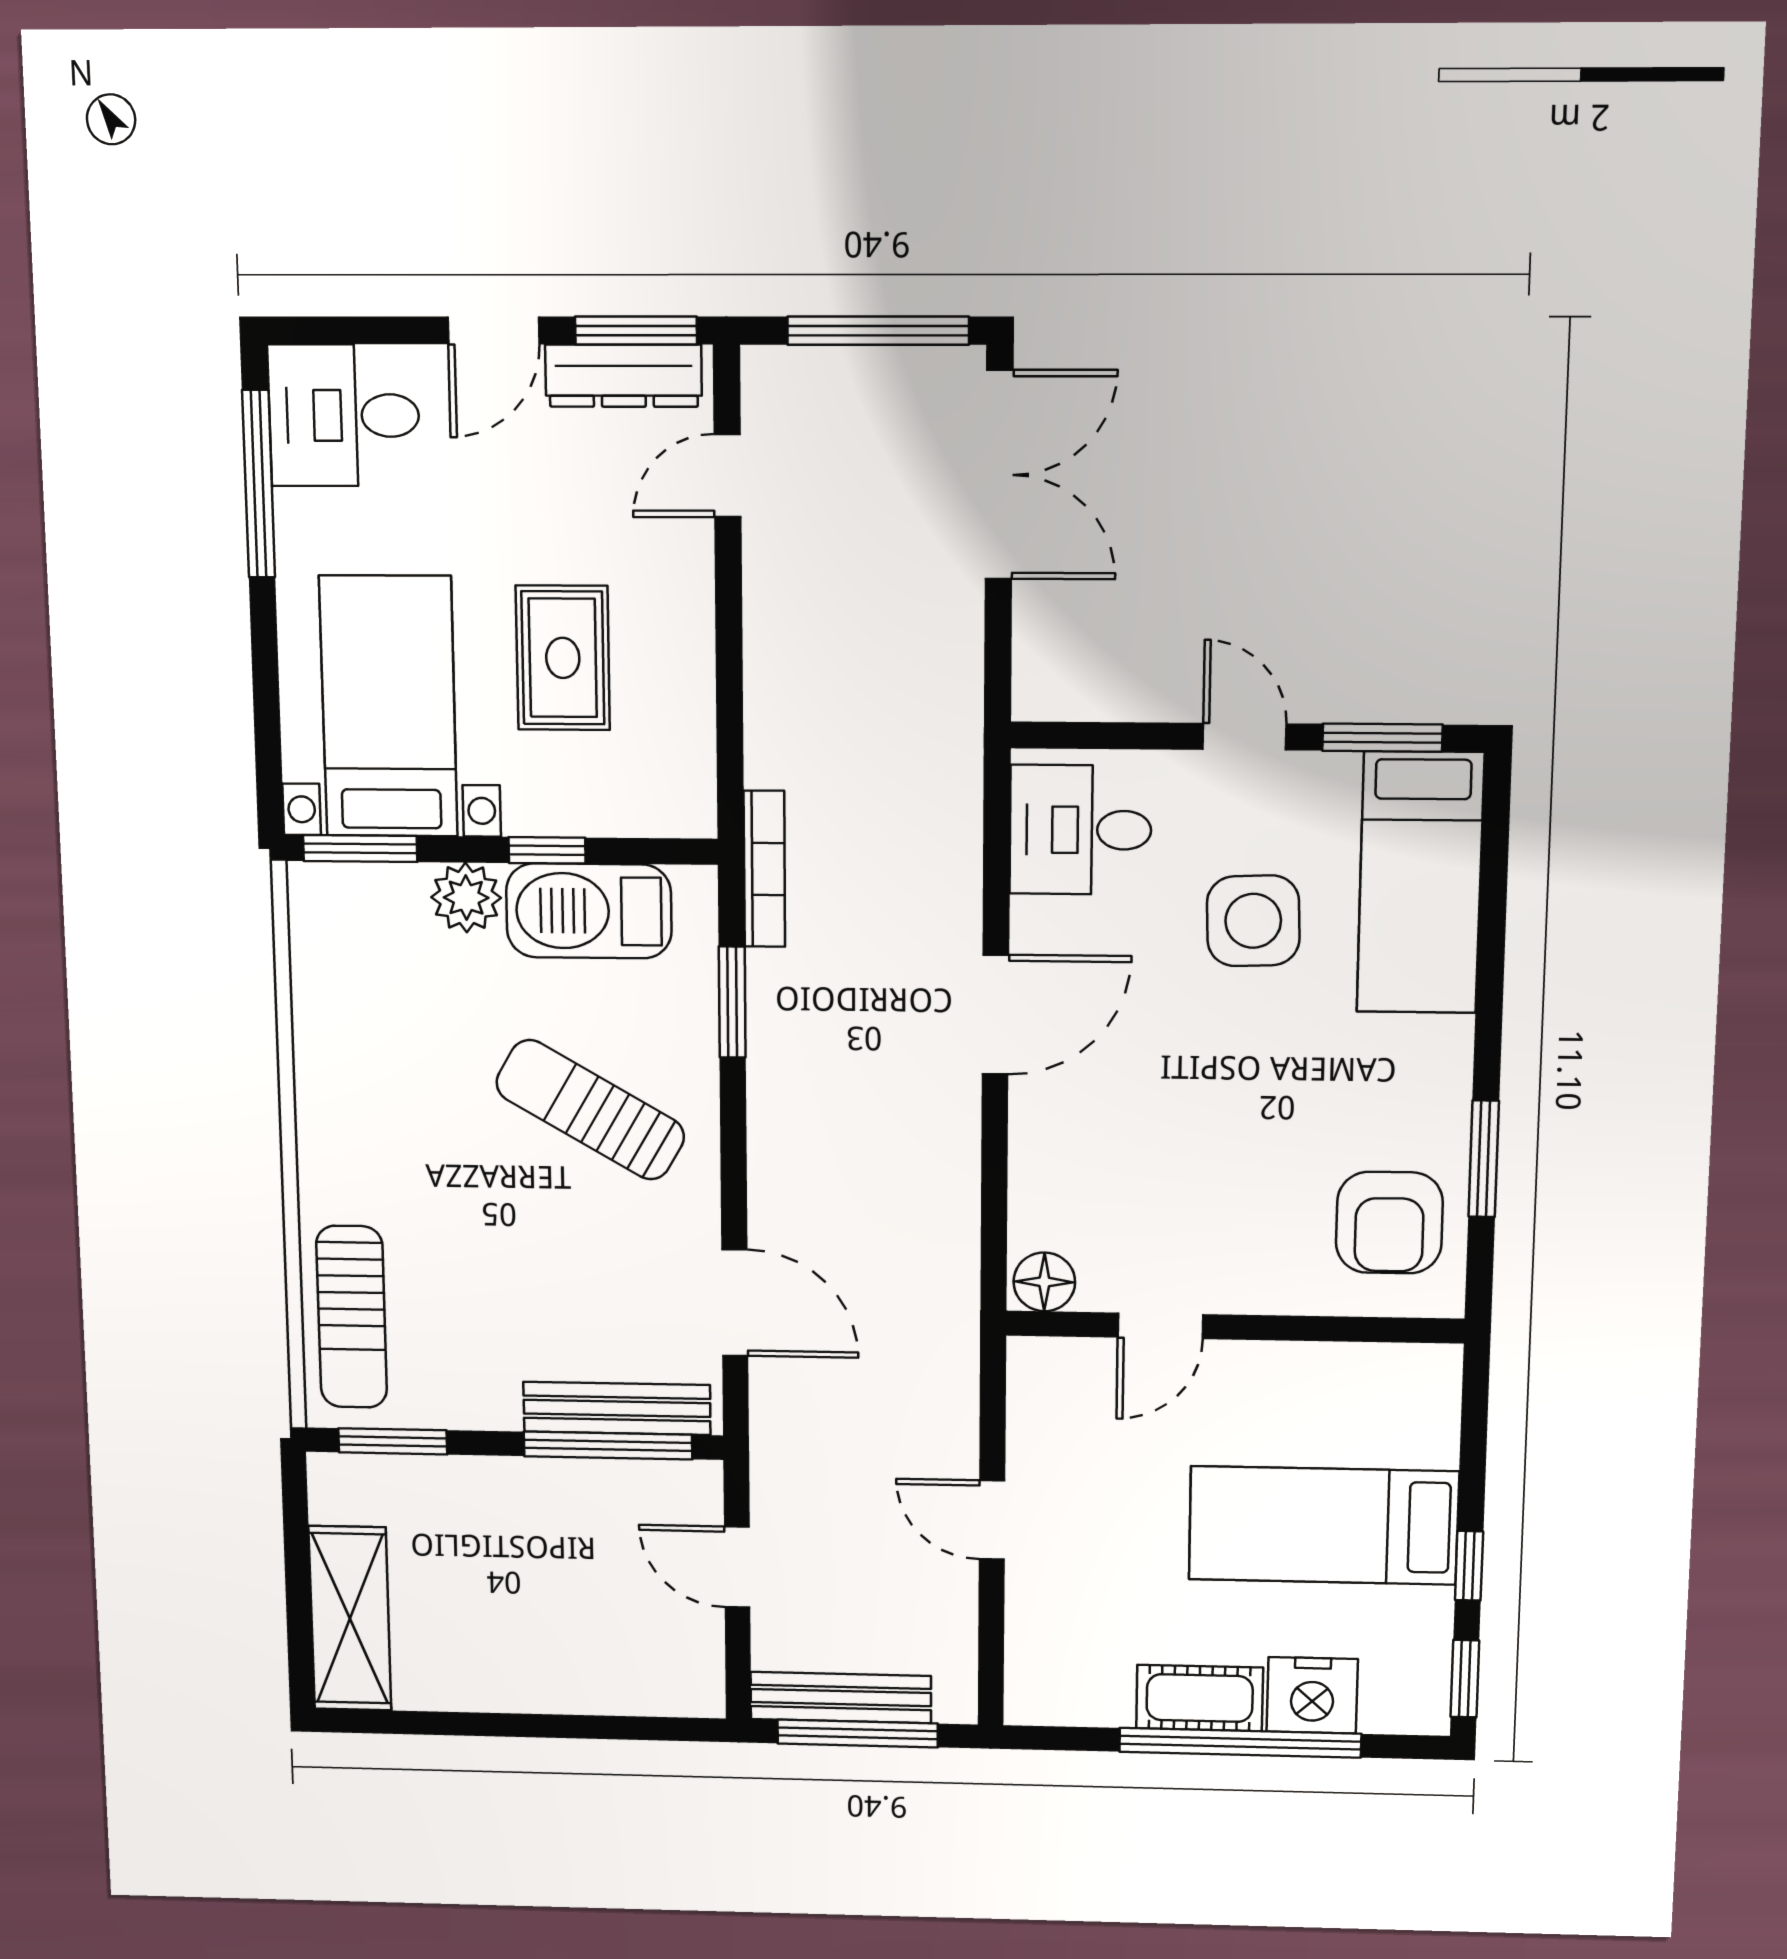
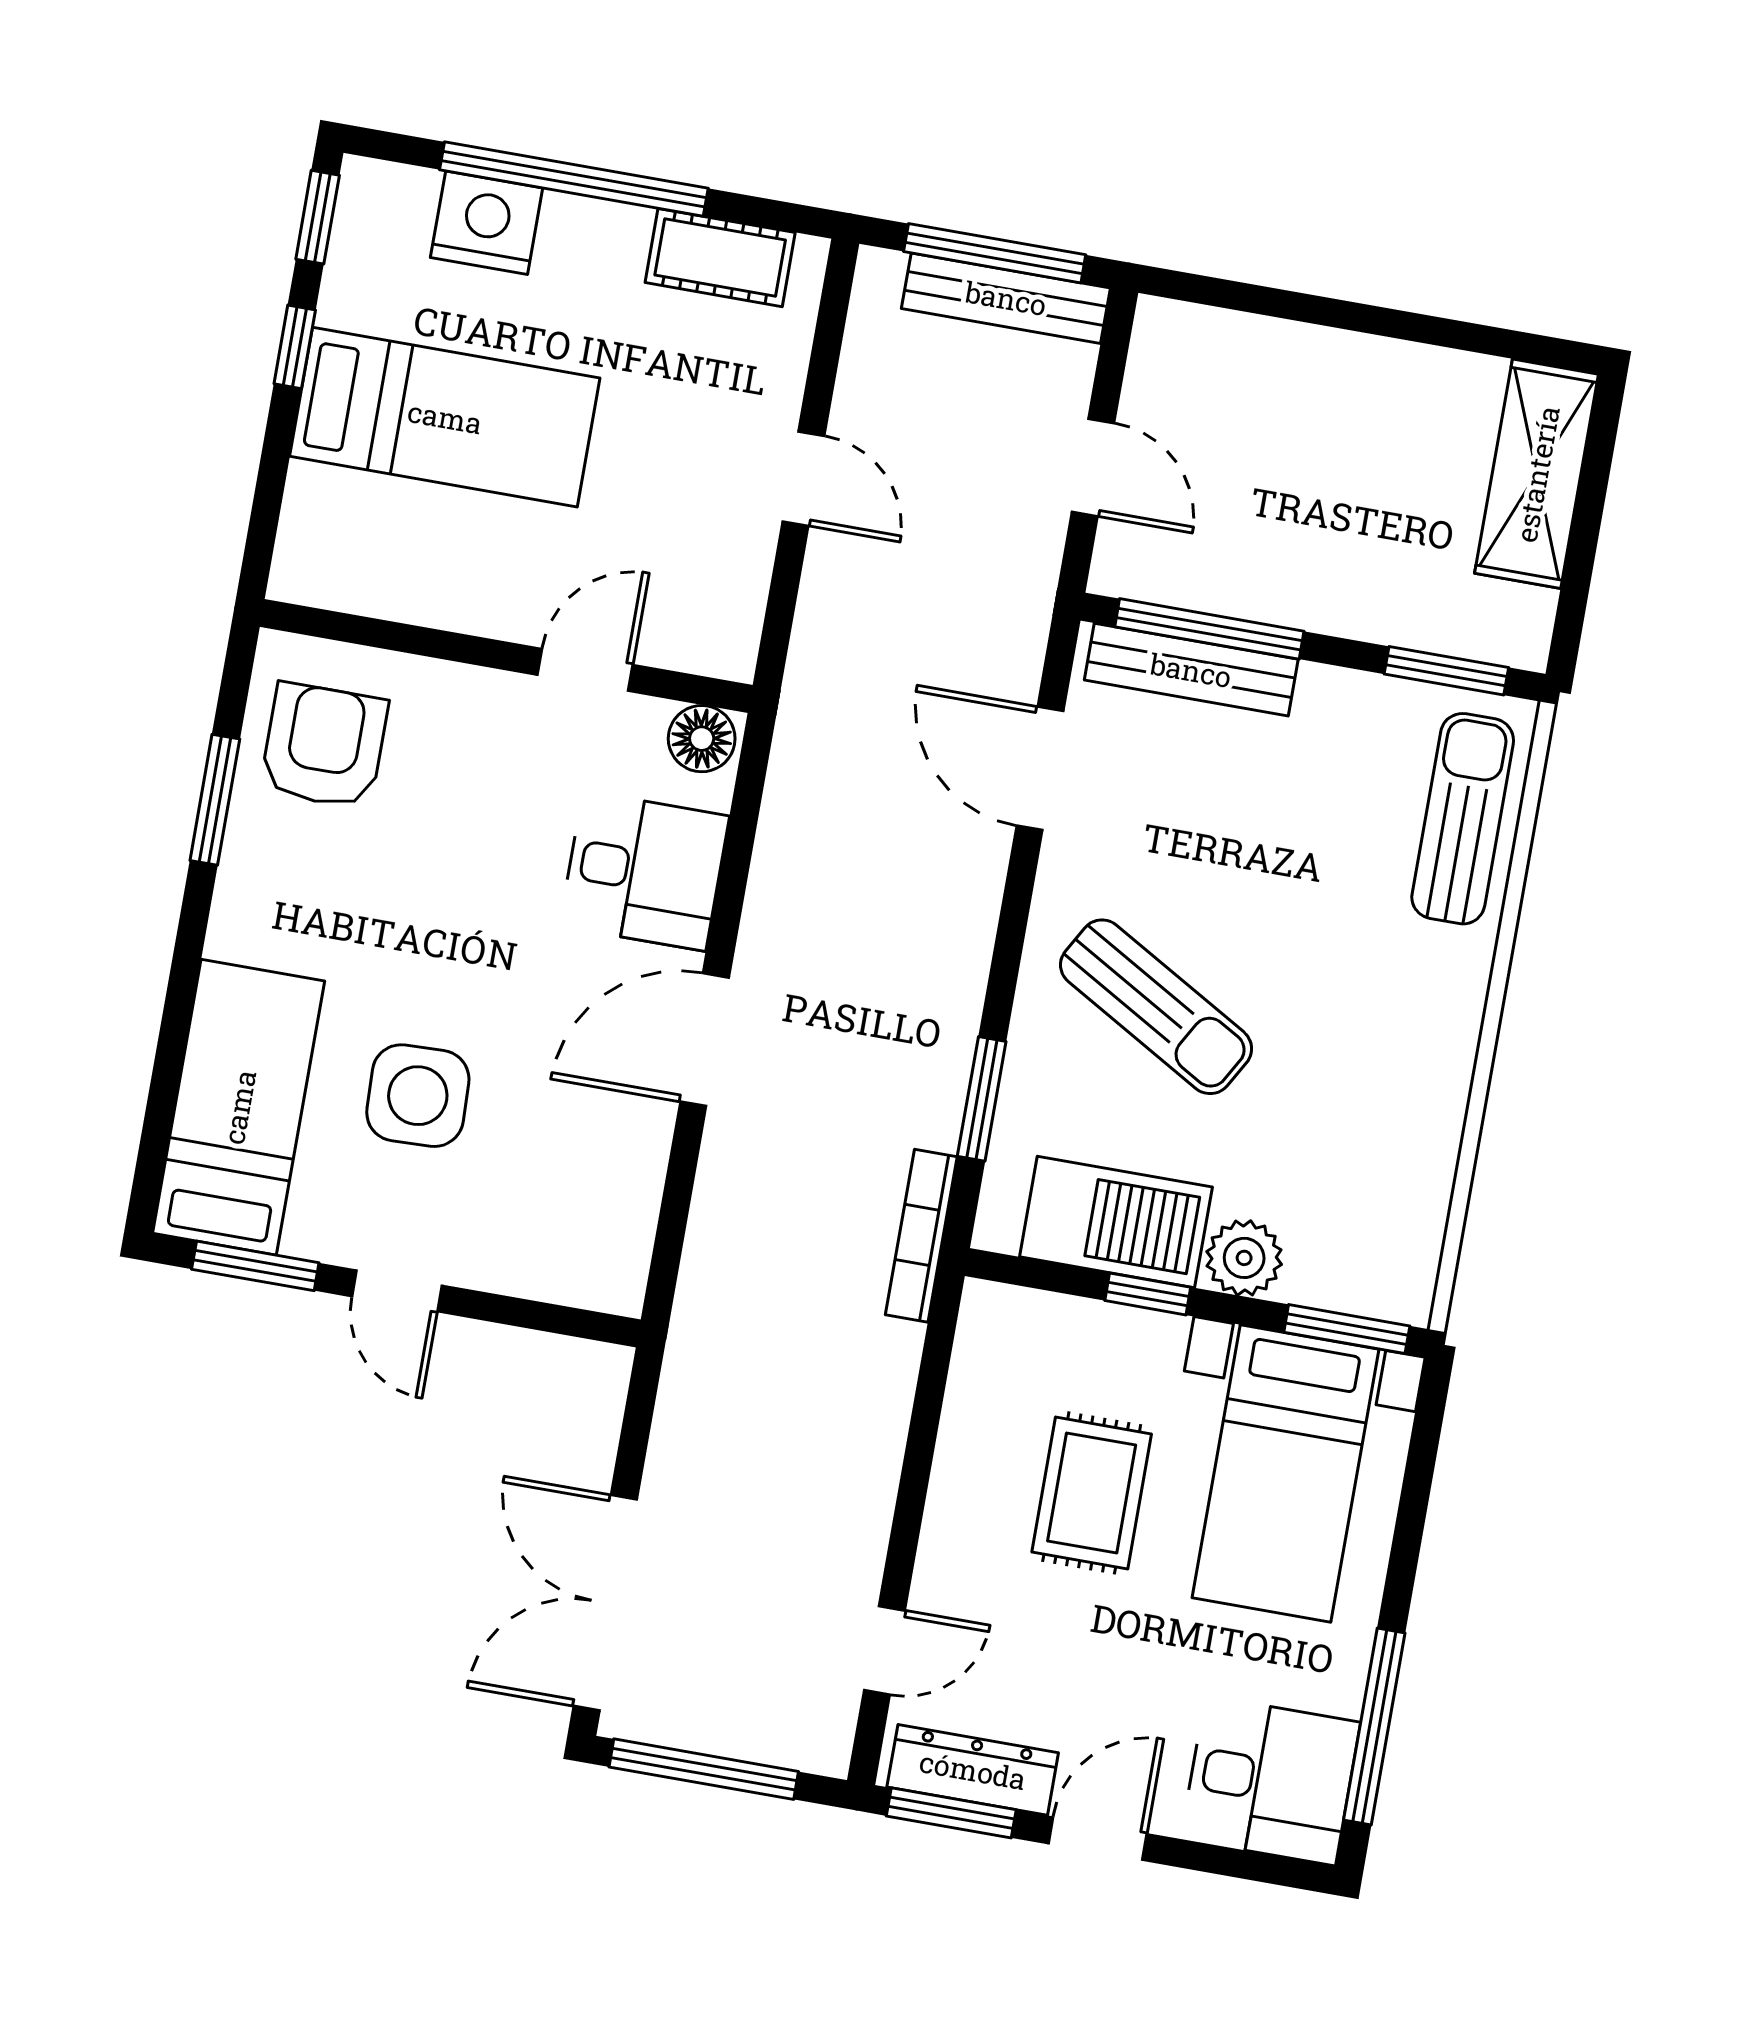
desk: (1080, 830) -> (644, 871), moved
cot: (1200, 1698) -> (720, 258), moved

